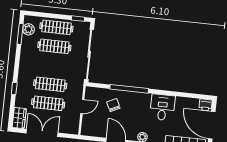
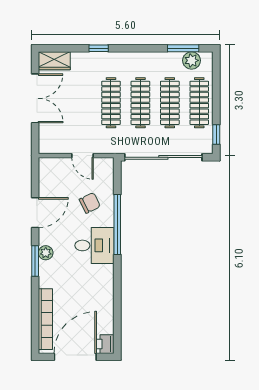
clothes rail: (48, 103) -> (140, 103), moved
desk: (162, 107) -> (94, 245), moved

